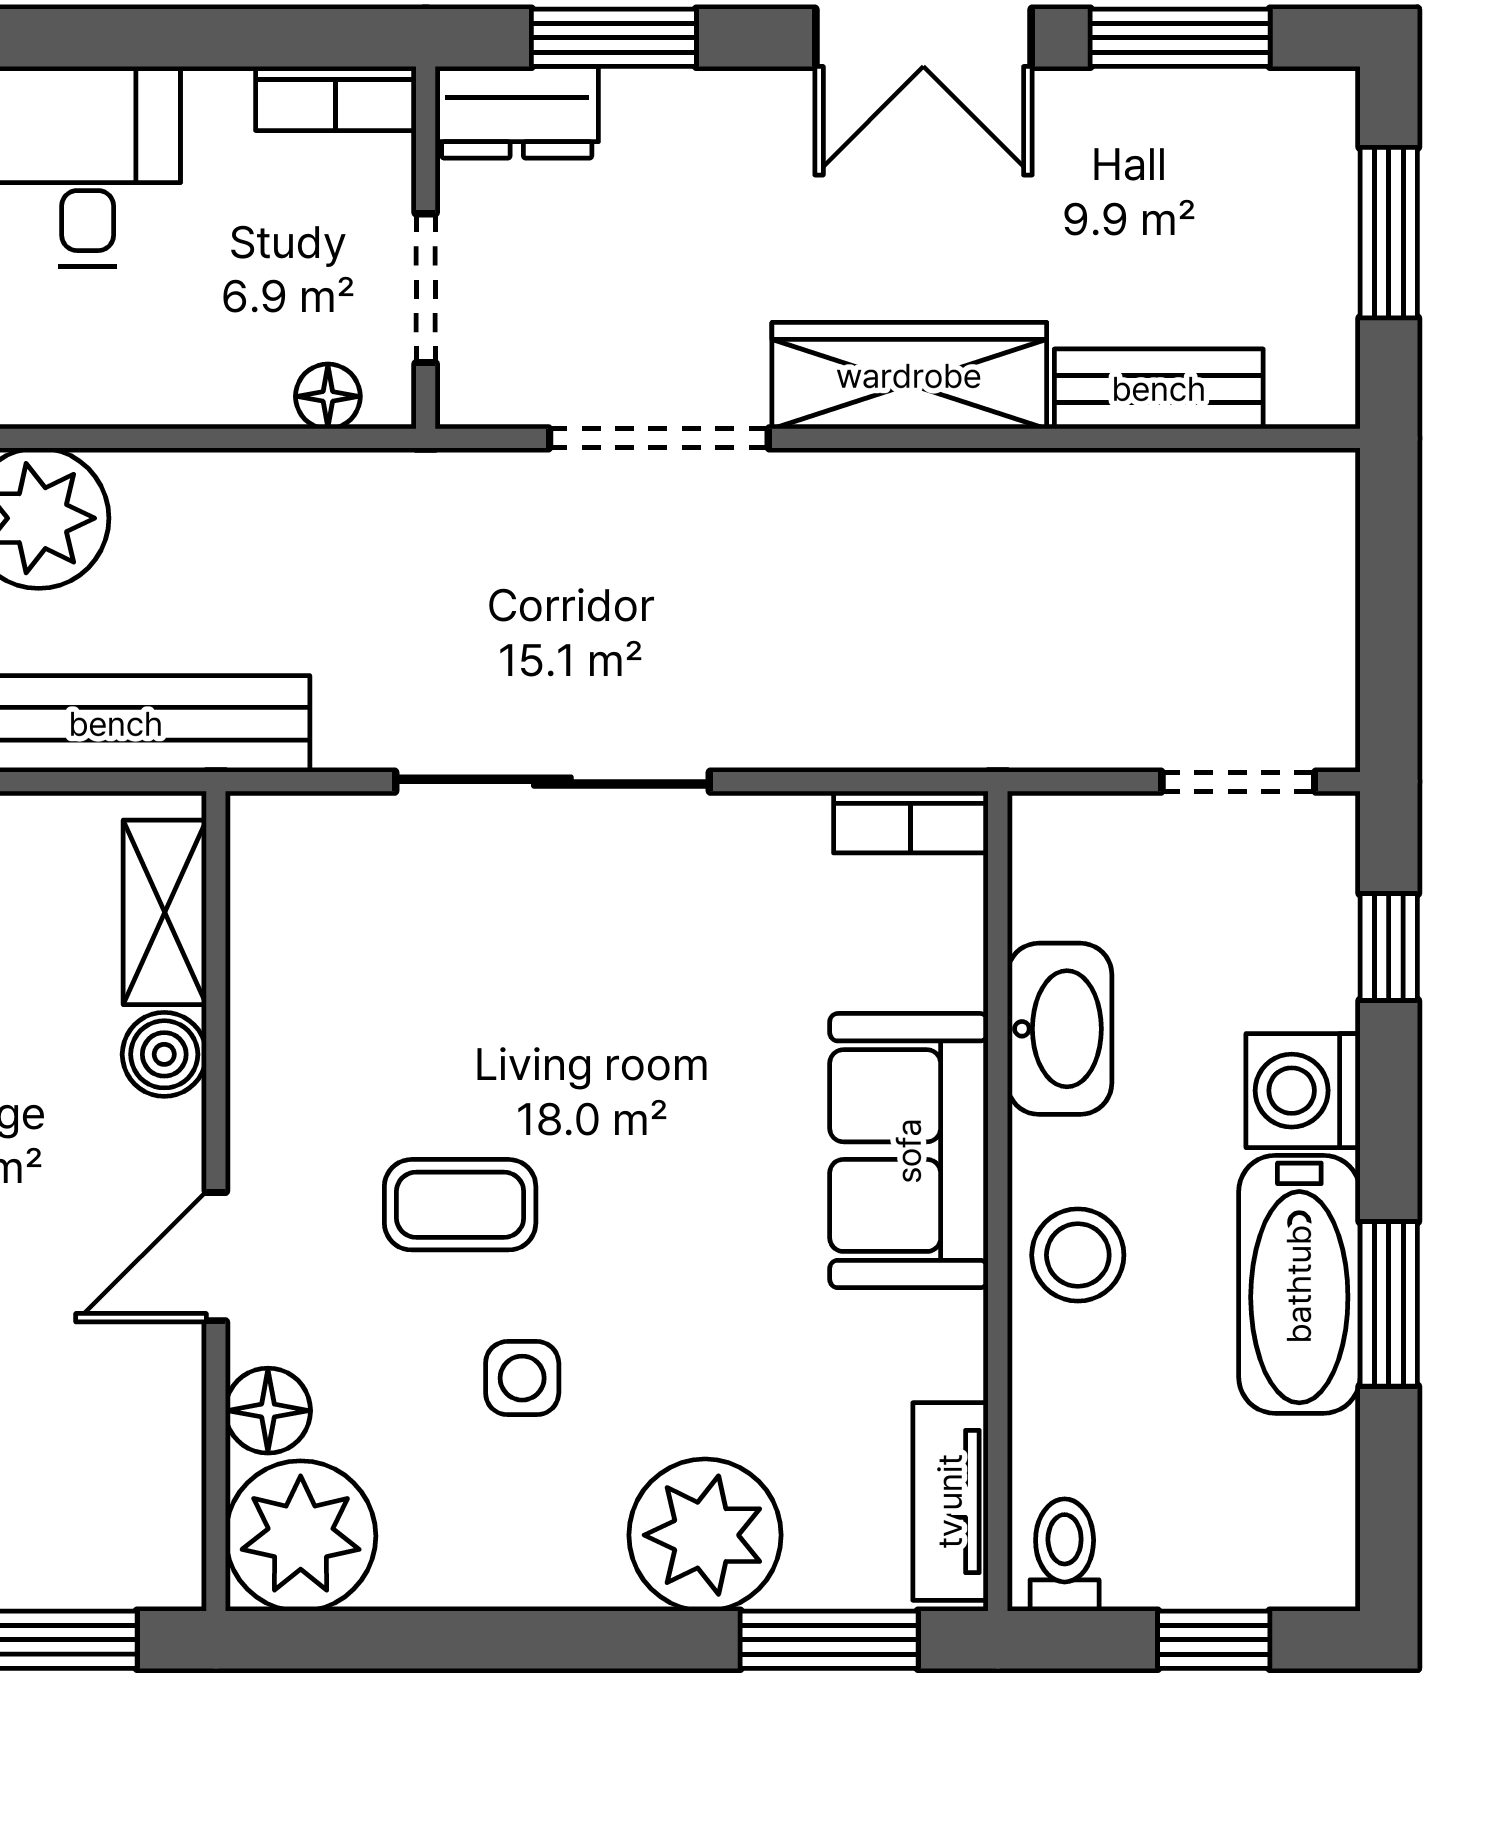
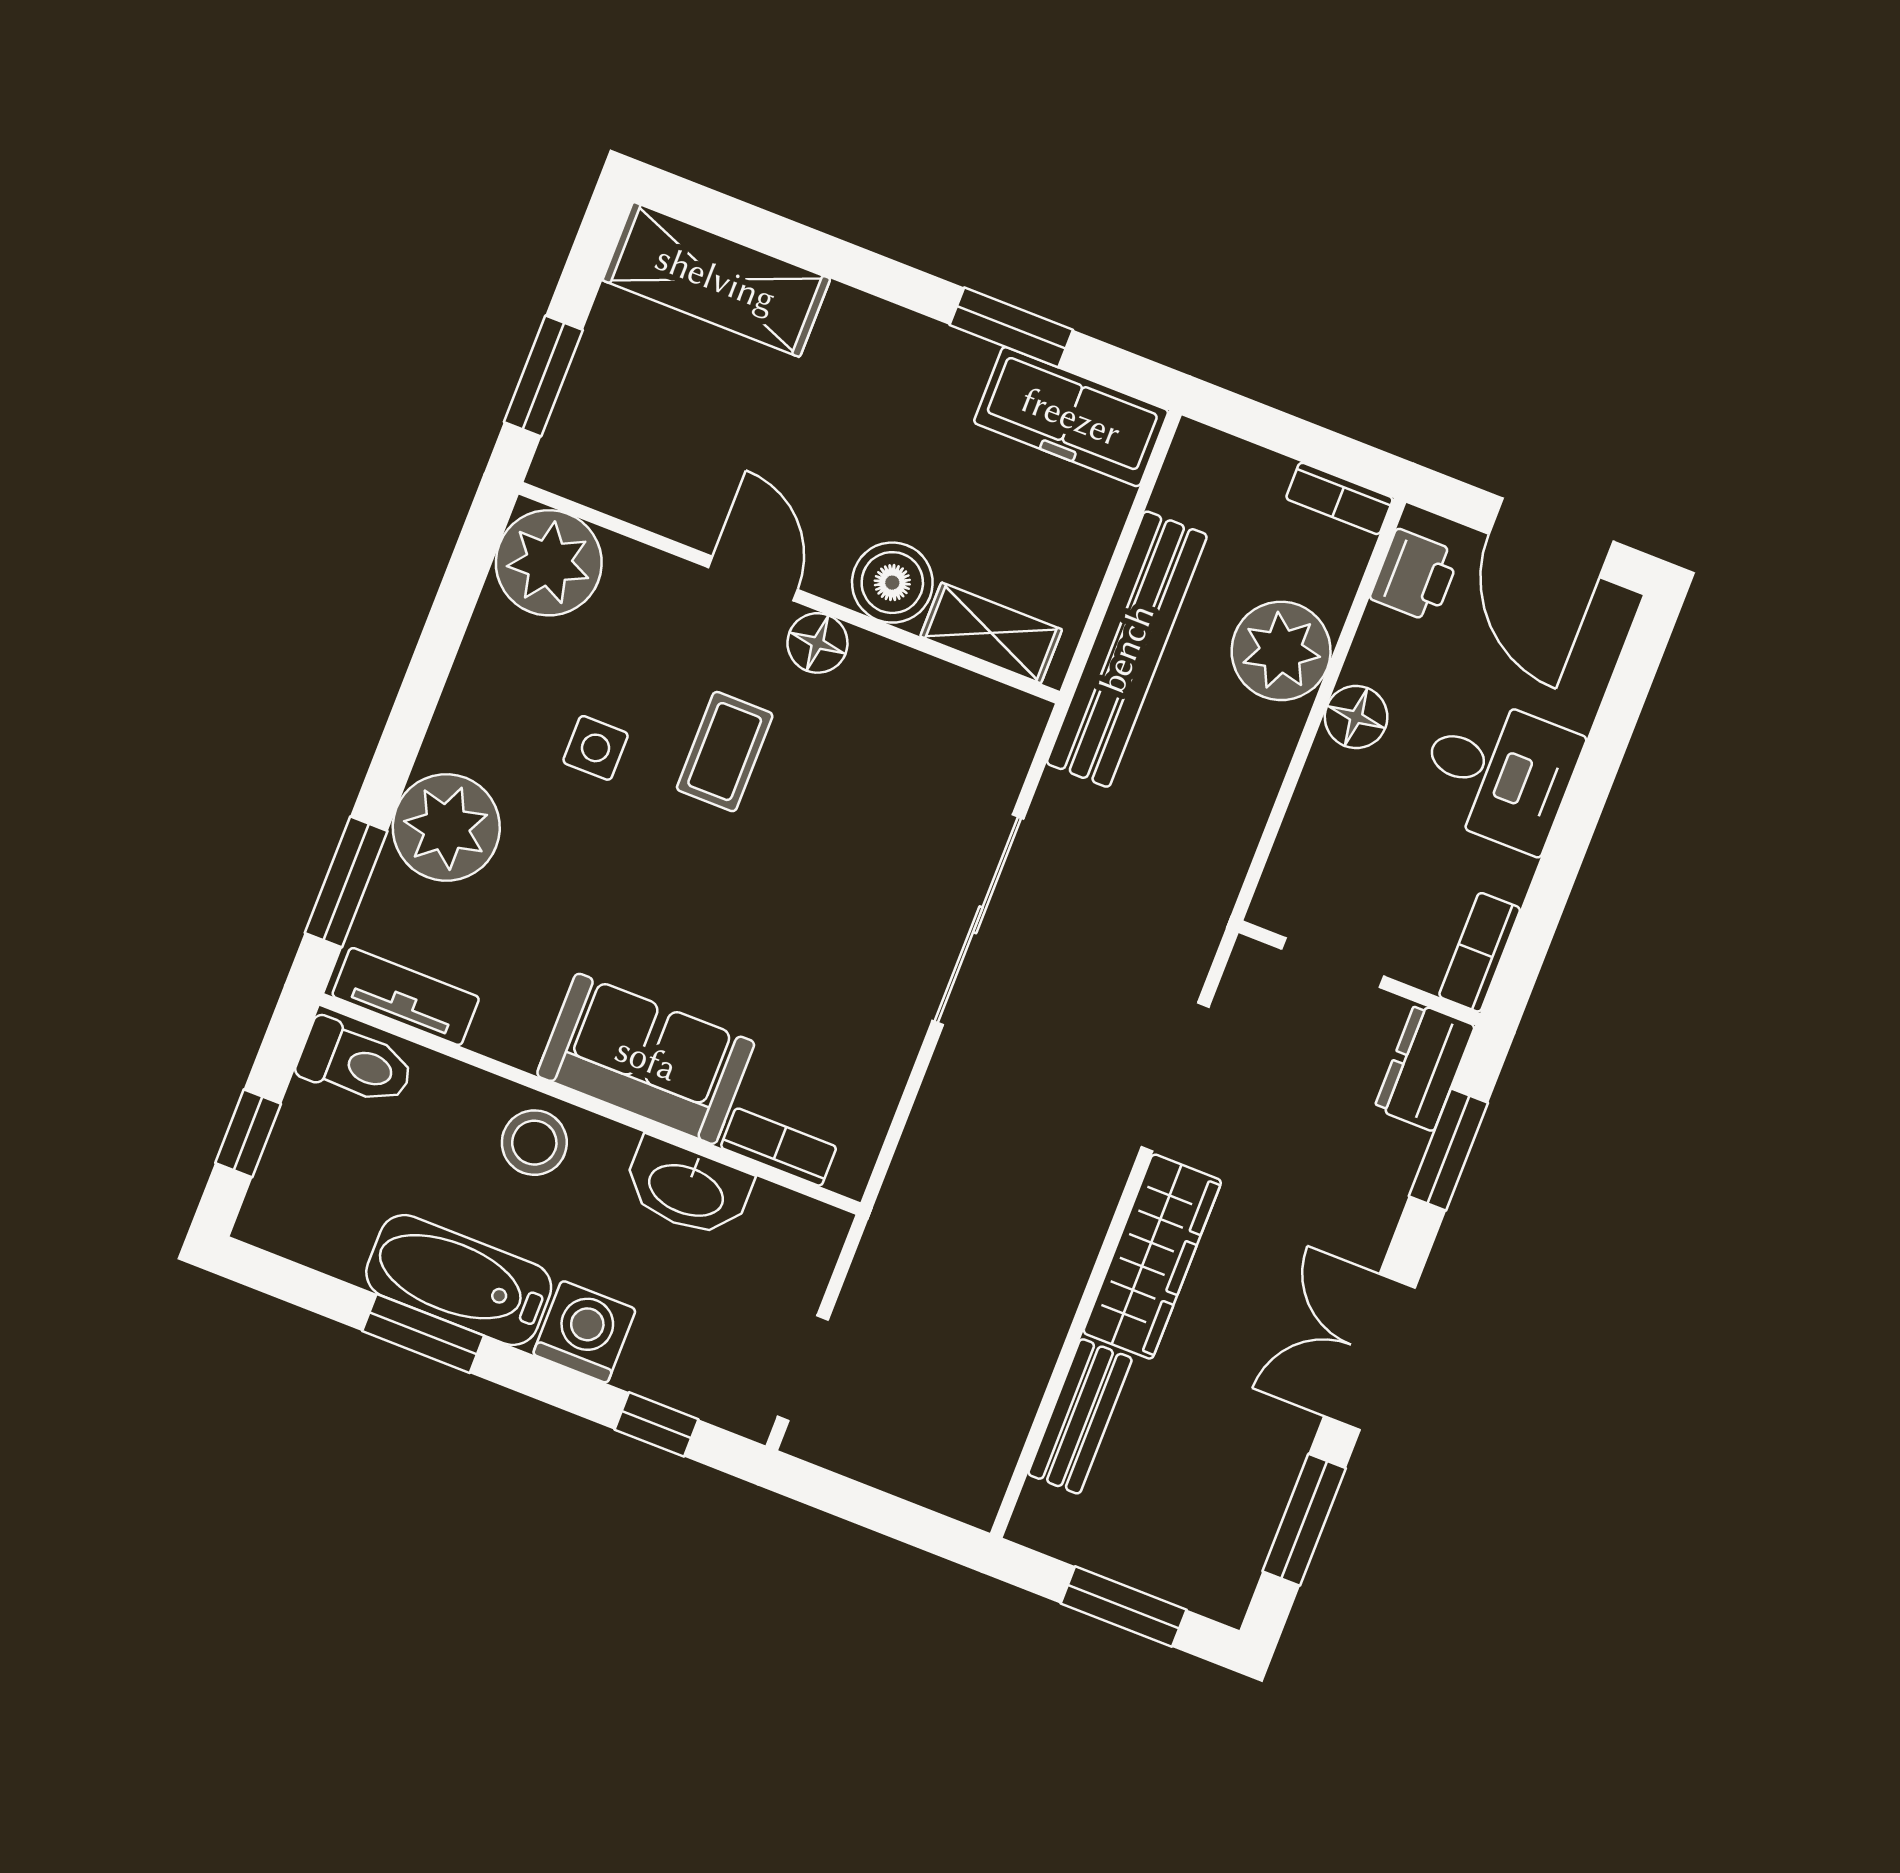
floor lamp: (328, 396) -> (1356, 717), moved, width x1.37, depth x1.37
bookcase: (911, 822) -> (779, 1147), moved, turned 90
boiler: (164, 1054) -> (892, 583), width x1.36, depth x1.36
floor lamp: (268, 1411) -> (817, 643), moved
toilet: (1065, 1555) -> (356, 1063), width x1.37, depth x1.39

